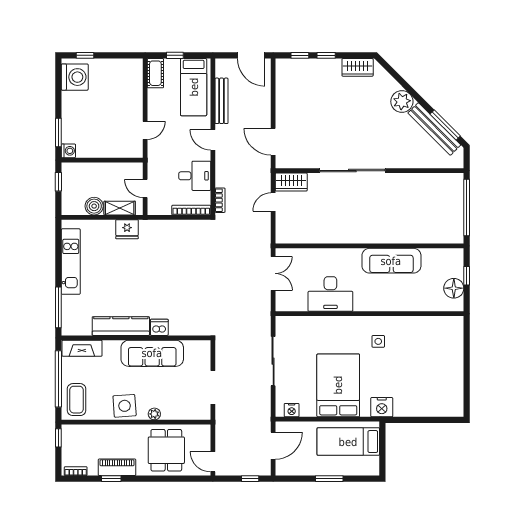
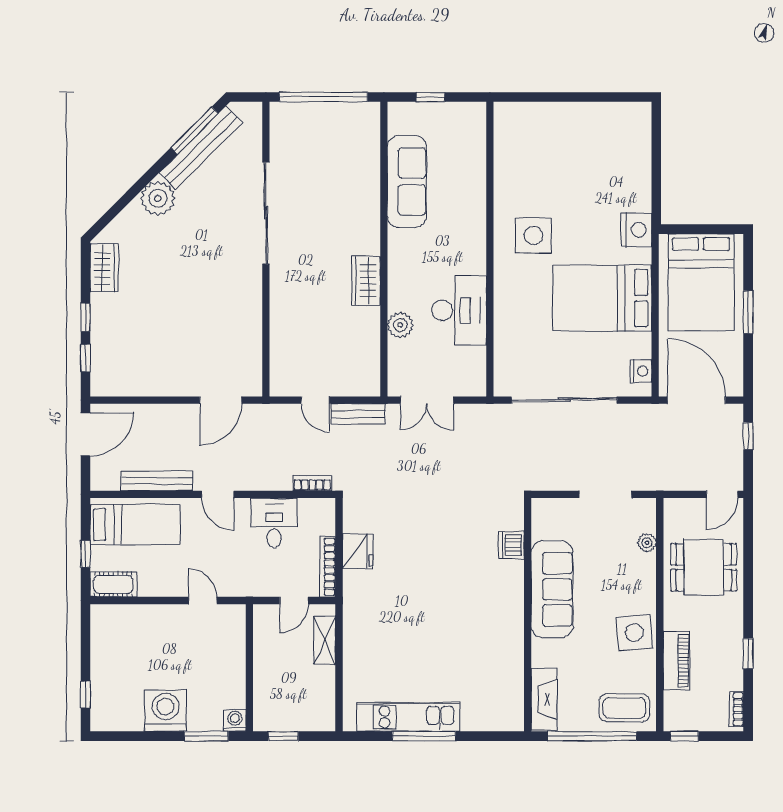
washing machine: (75, 77) -> (165, 711), moved
door: (213, 140) -> (218, 494), hinge flipped
sliding door: (352, 171) -> (266, 213), moved
wardrobe: (291, 182) -> (366, 281), moved, turned 180
boiler: (94, 206) -> (321, 680), removed
bookcase: (191, 210) -> (328, 567), moved
fridge: (127, 229) -> (358, 551), moved
bench: (264, 230) -> (358, 414), added
plant: (321, 256) -> (400, 325), added
sofa: (391, 261) -> (407, 181), moved
double door: (273, 273) -> (427, 400), swing flipped
floor lamp: (454, 288) -> (450, 117), removed
window: (58, 307) -> (424, 736), moved
kitchen counter: (121, 326) -> (509, 639), removed
dishwasher: (159, 327) -> (511, 545), moved
side table: (378, 341) -> (533, 235), width x1.87, depth x1.87
sliding door: (273, 361) -> (564, 400), width x1.36
plant: (154, 414) -> (647, 543), moved
bed: (348, 442) -> (701, 282), width x1.50
door: (273, 446) -> (696, 400), width x1.36
piano: (117, 467) -> (676, 661), moved, turned 180

